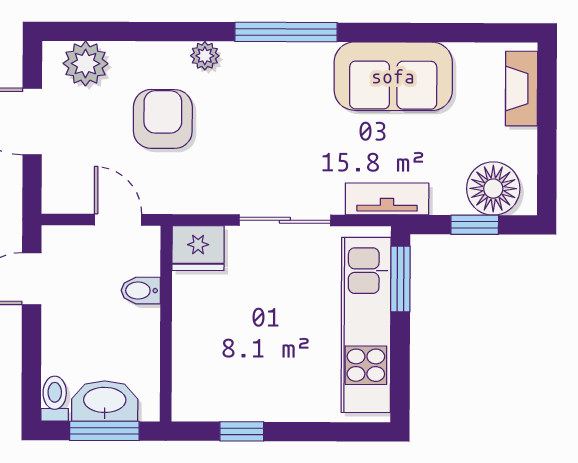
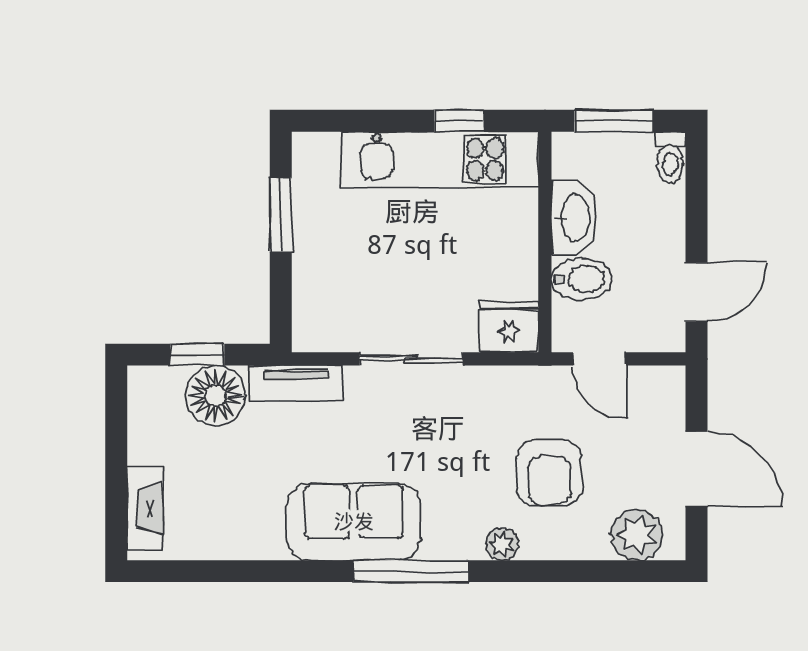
sofa: (393, 76) -> (354, 522), moved
floor lamp: (493, 189) -> (216, 396), moved
window: (400, 279) -> (281, 215), moved
bidet: (141, 291) -> (582, 279), width x1.38, depth x1.36
kitchen unit: (366, 325) -> (440, 159), moved, turned 90
washbasin: (105, 401) -> (574, 218), moved, turned -90

